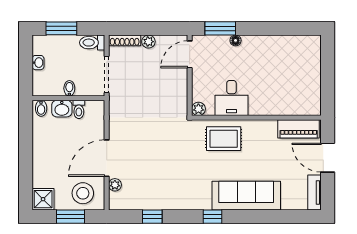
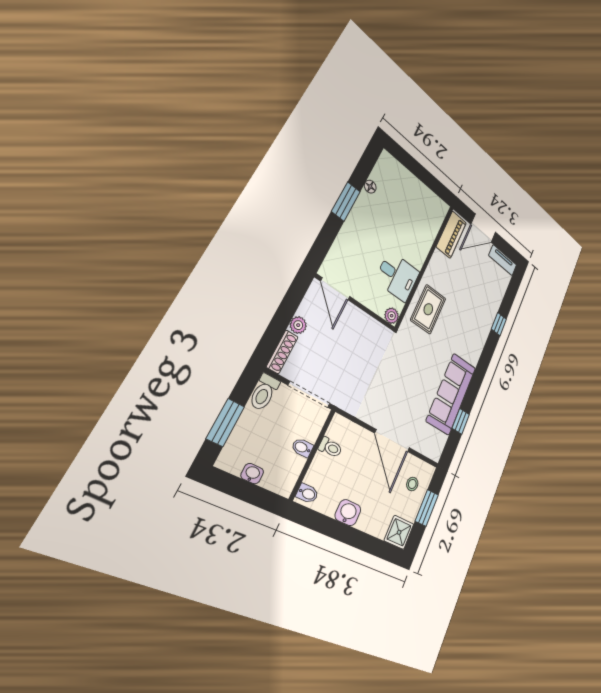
window: (220, 28) -> (346, 202), moved
floor lamp: (236, 40) -> (370, 187), moved
washbasin: (62, 109) -> (348, 513), moved, turned -90
plant: (115, 185) -> (419, 445), removed
stool: (83, 193) -> (412, 484), width x0.53, depth x0.53
sofa: (246, 196) -> (451, 394), moved
window: (212, 217) -> (499, 324), moved

